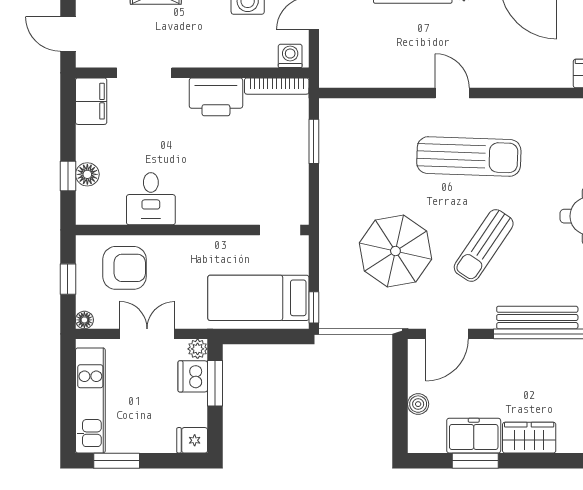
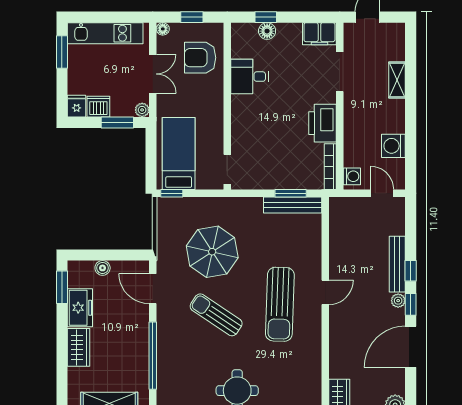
armchair: (125, 268) -> (200, 58), turned 90
bench: (537, 317) -> (293, 205), moved, turned 90
dishwasher: (193, 376) -> (98, 107), moved
window: (475, 461) -> (62, 287), moved

